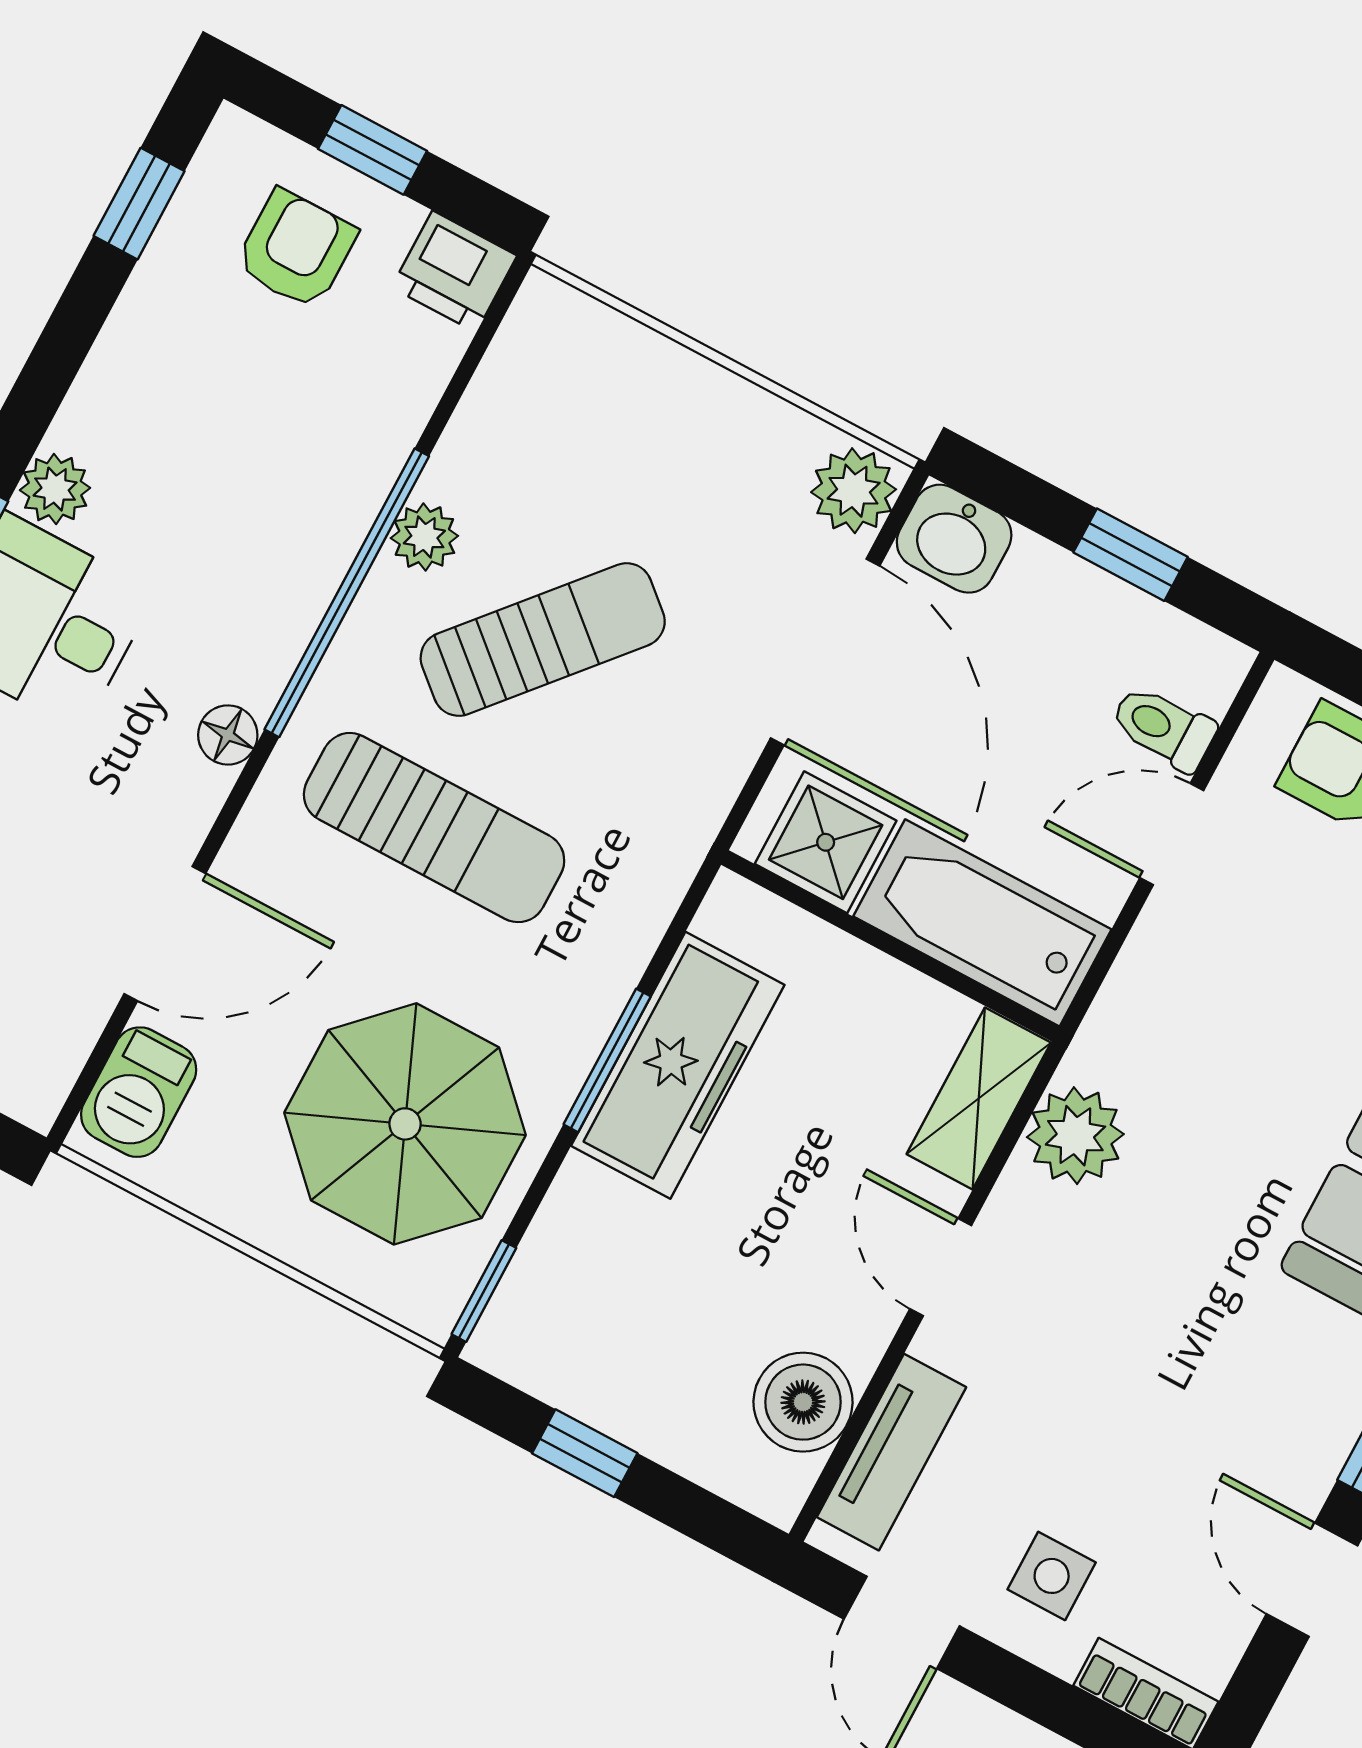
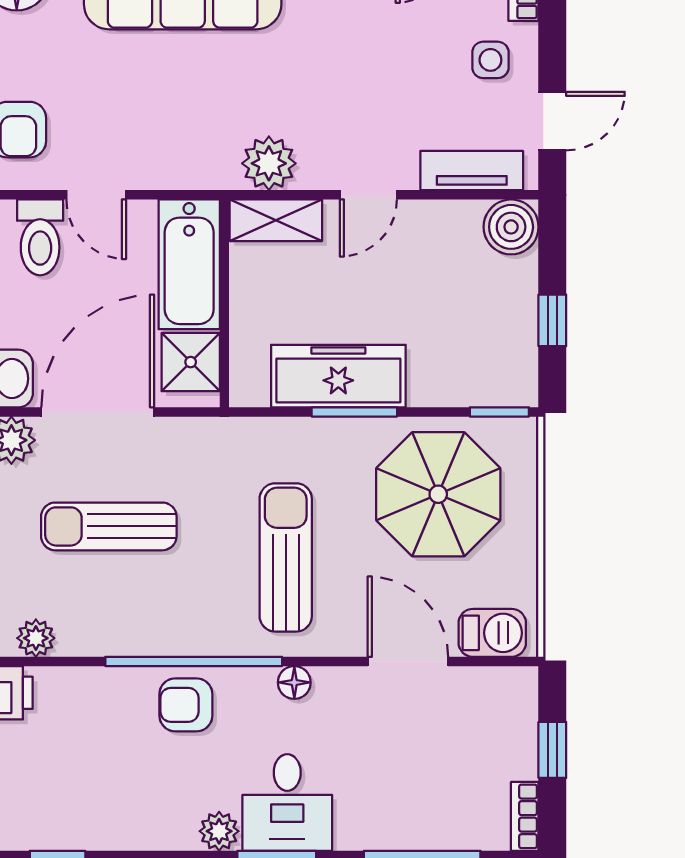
armchair: (296, 249) -> (186, 705), moved
plant: (424, 537) -> (36, 638), moved
sun lounger: (543, 640) -> (109, 526), moved, turned -41
toilet: (1163, 728) -> (40, 237), width x1.37, depth x1.39
boiler: (803, 1402) -> (511, 227), moved

